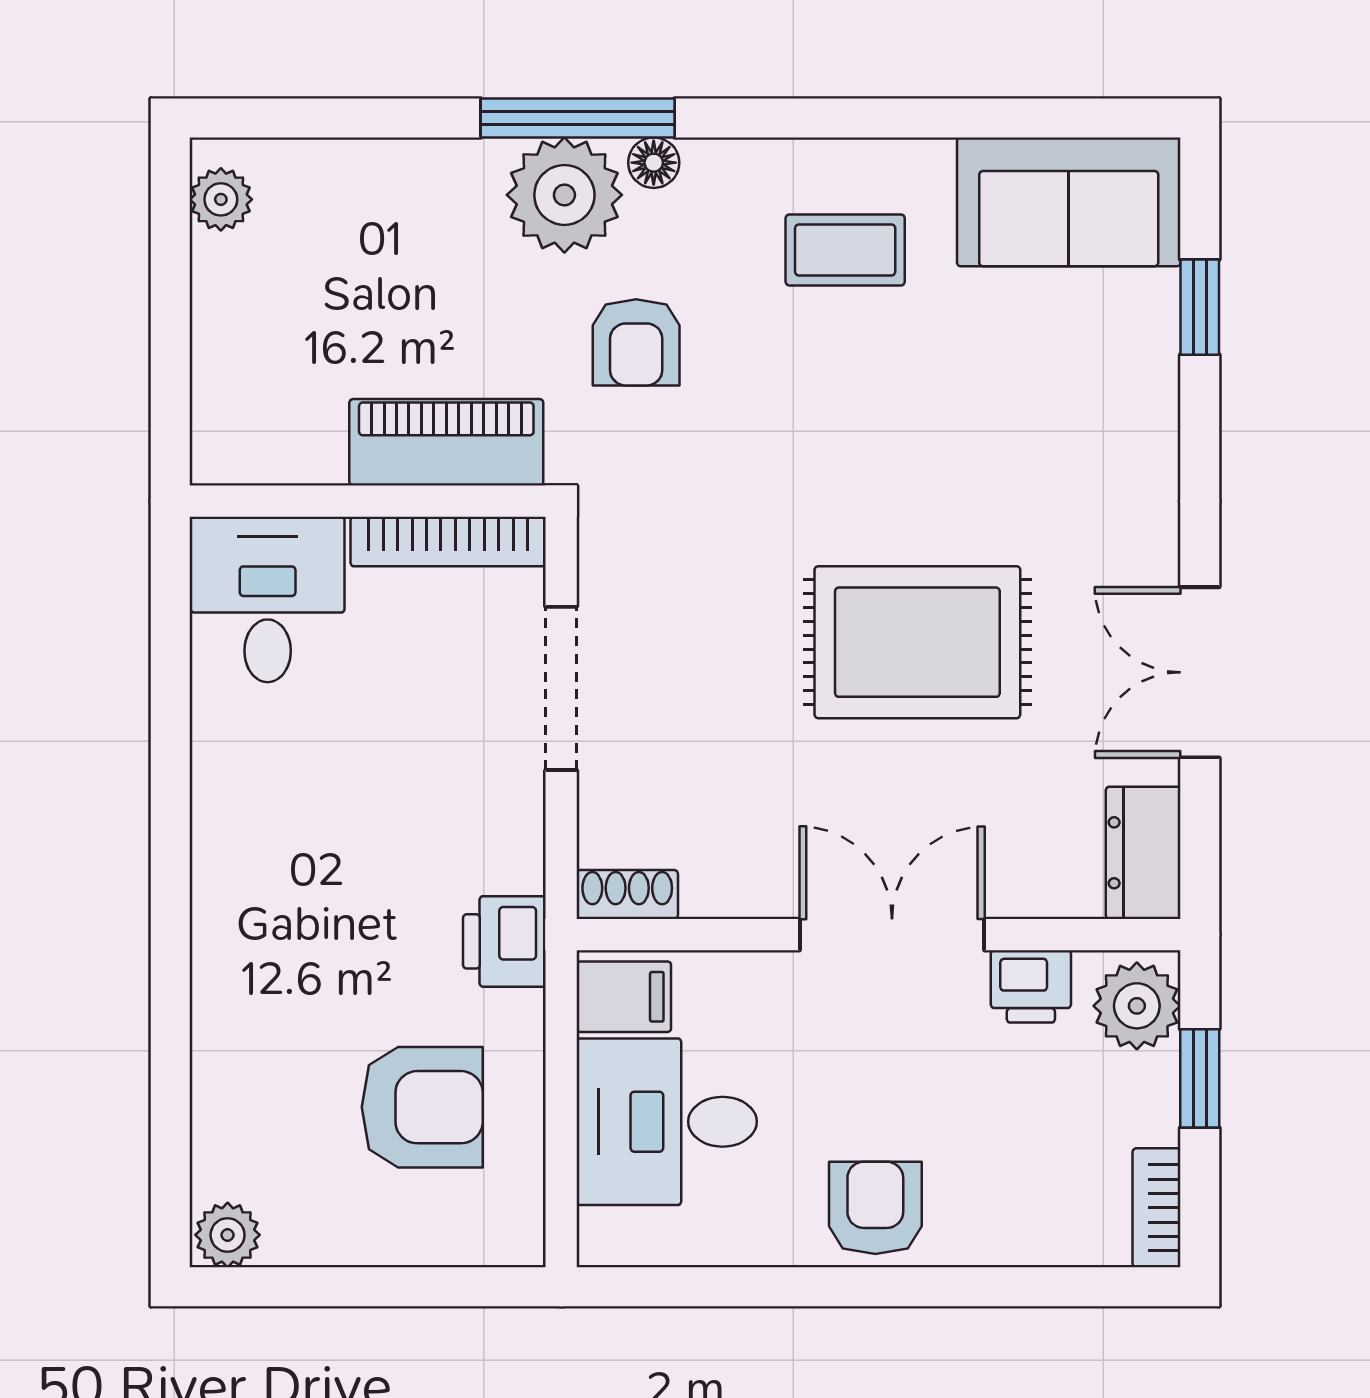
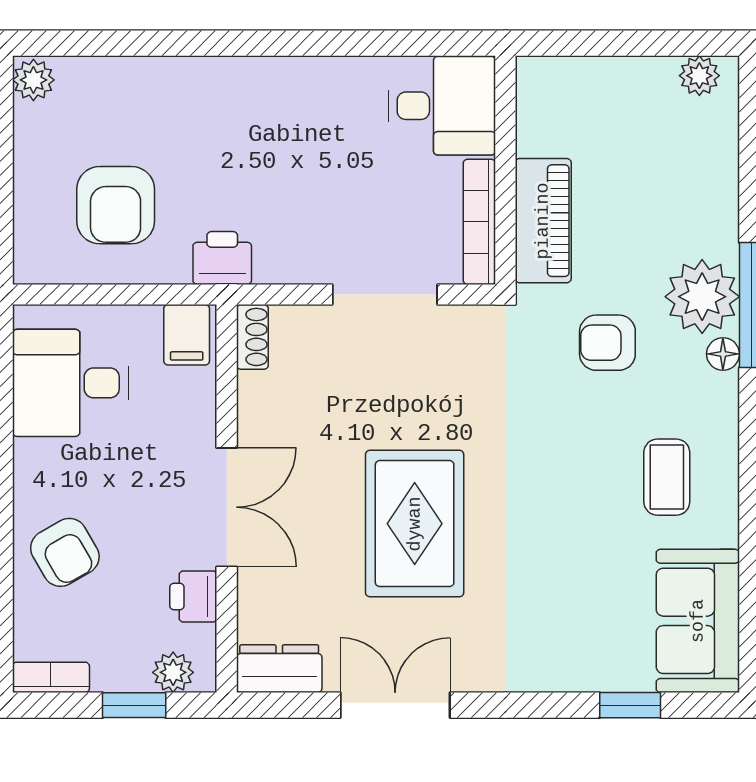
plant: (1137, 1006) -> (173, 672), width x0.73, depth x0.73
desk: (667, 1122) -> (70, 383), moved, turned -90
armchair: (875, 1208) -> (65, 552), moved, turned 60

